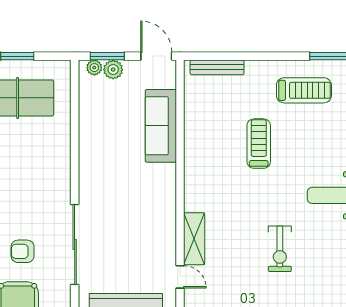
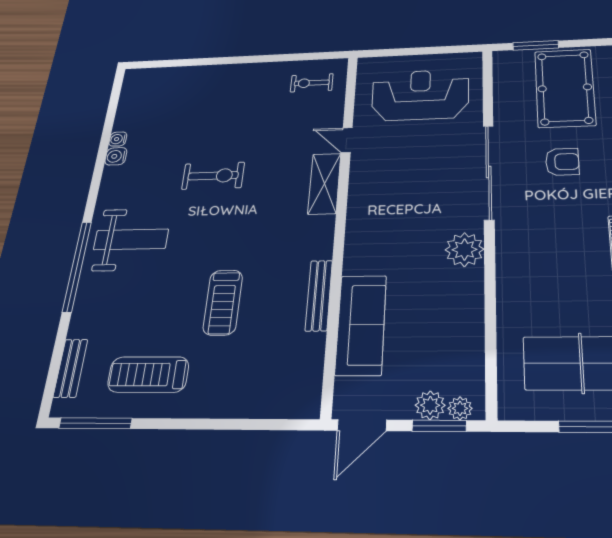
door: (156, 56) -> (362, 425), hinge flipped
bench: (217, 67) -> (319, 295), moved, turned 90
plant: (92, 182) -> (464, 250), added
exercise bike: (280, 249) -> (213, 176), turned 90

